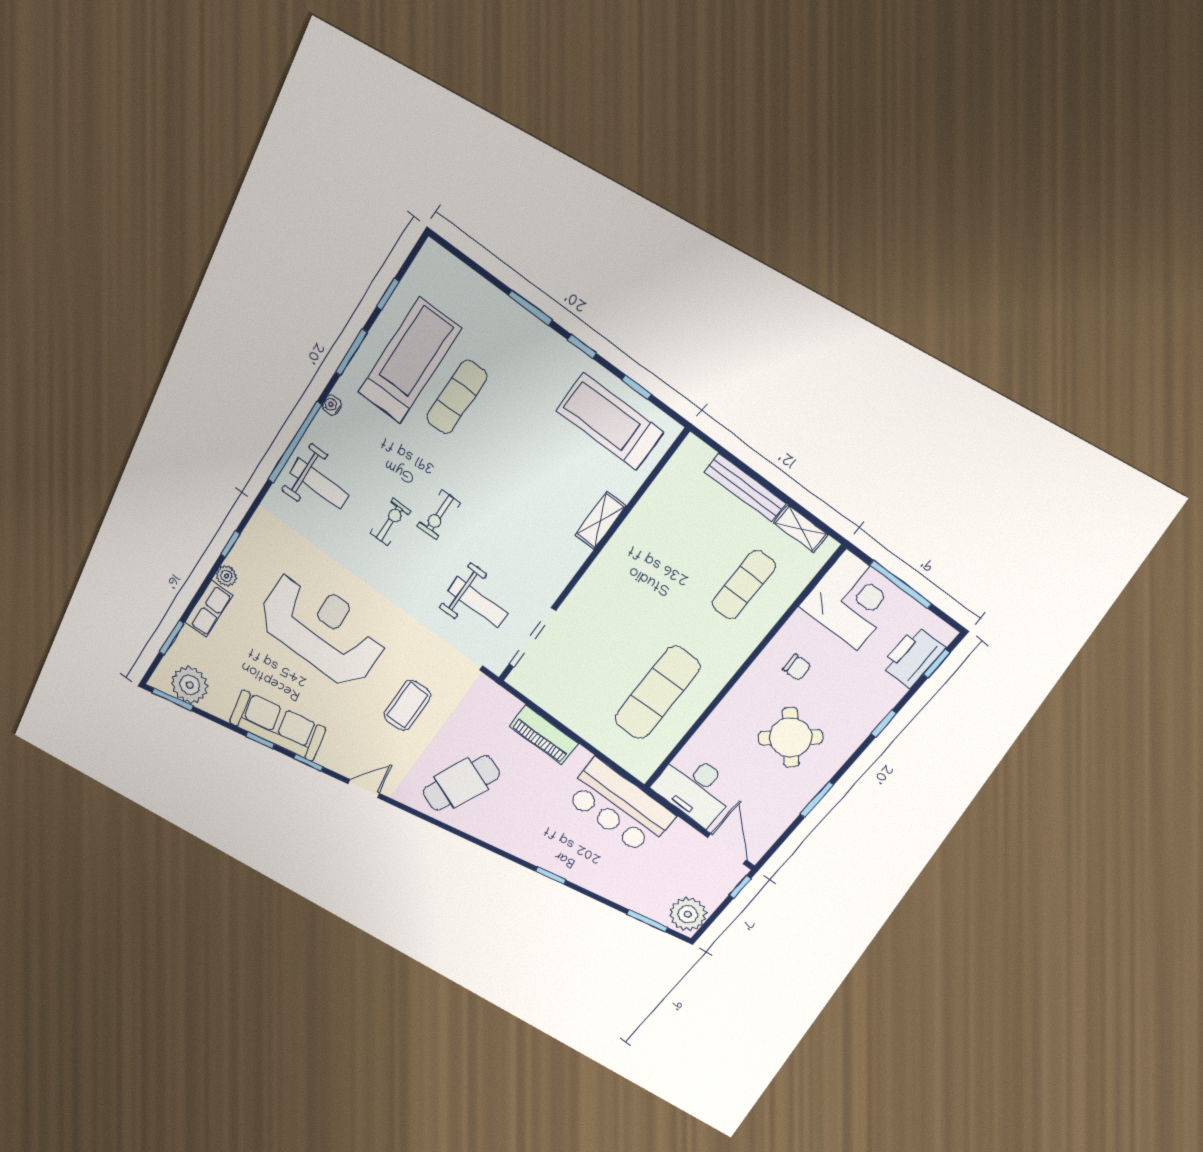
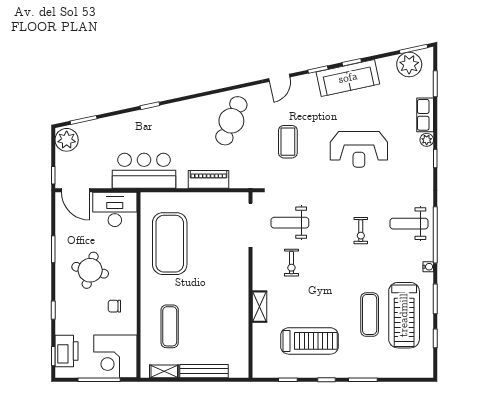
treadmill: (610, 422) -> (309, 341), moved
exercise bike: (439, 515) -> (291, 263), moved, turned 180
reception desk: (322, 629) -> (359, 149), width x0.74, depth x0.77
exercise mat: (657, 693) -> (170, 244), width x1.47
round table: (791, 737) -> (90, 270), turned -36

